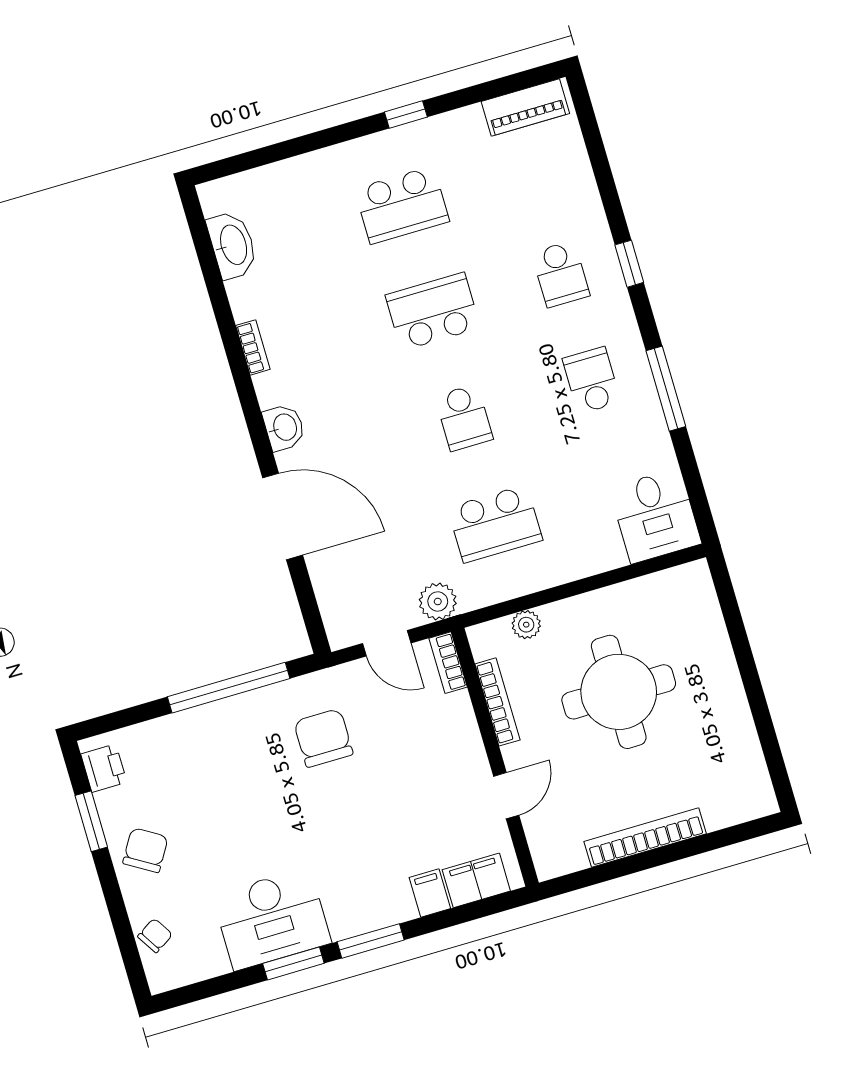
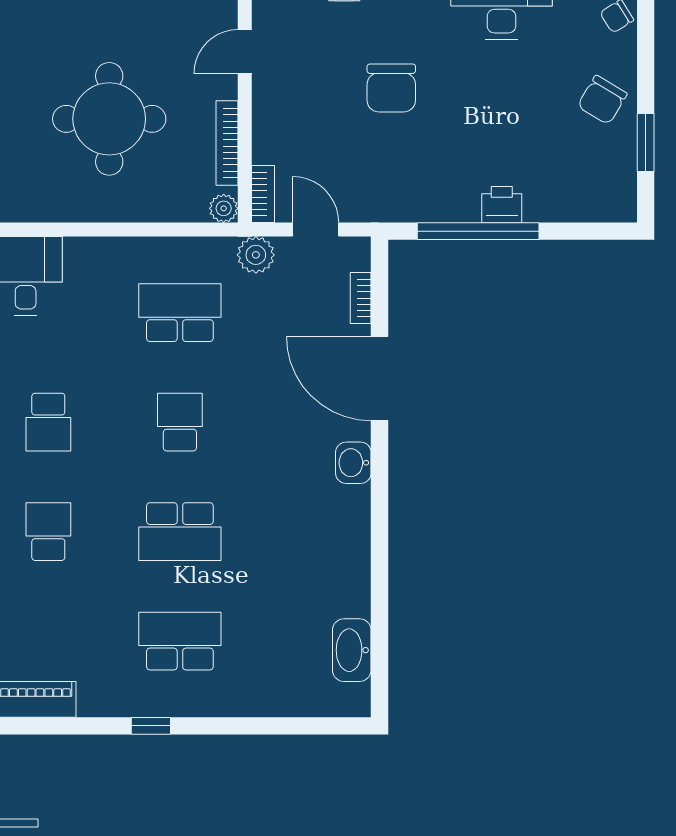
bookcase: (253, 347) -> (361, 298), moved
plant: (526, 625) -> (224, 208), moved
chair: (323, 738) -> (391, 88), moved
printer: (104, 768) -> (502, 205), moved, turned 90

